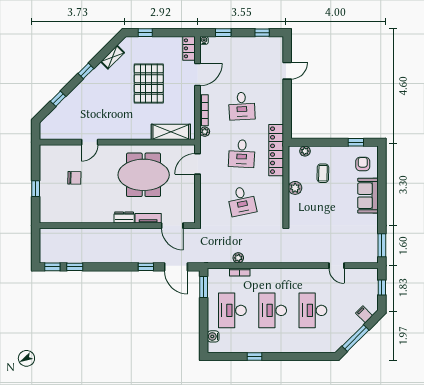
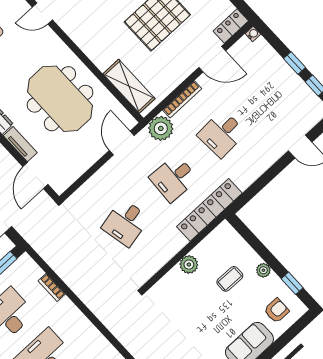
window: (223, 33) -> (295, 63), moved
plant: (205, 132) -> (161, 128), width x1.87, depth x1.87
plant: (305, 151) -> (263, 270), moved
door: (198, 164) -> (122, 143), hinge flipped
plant: (238, 258) -> (65, 273), removed

